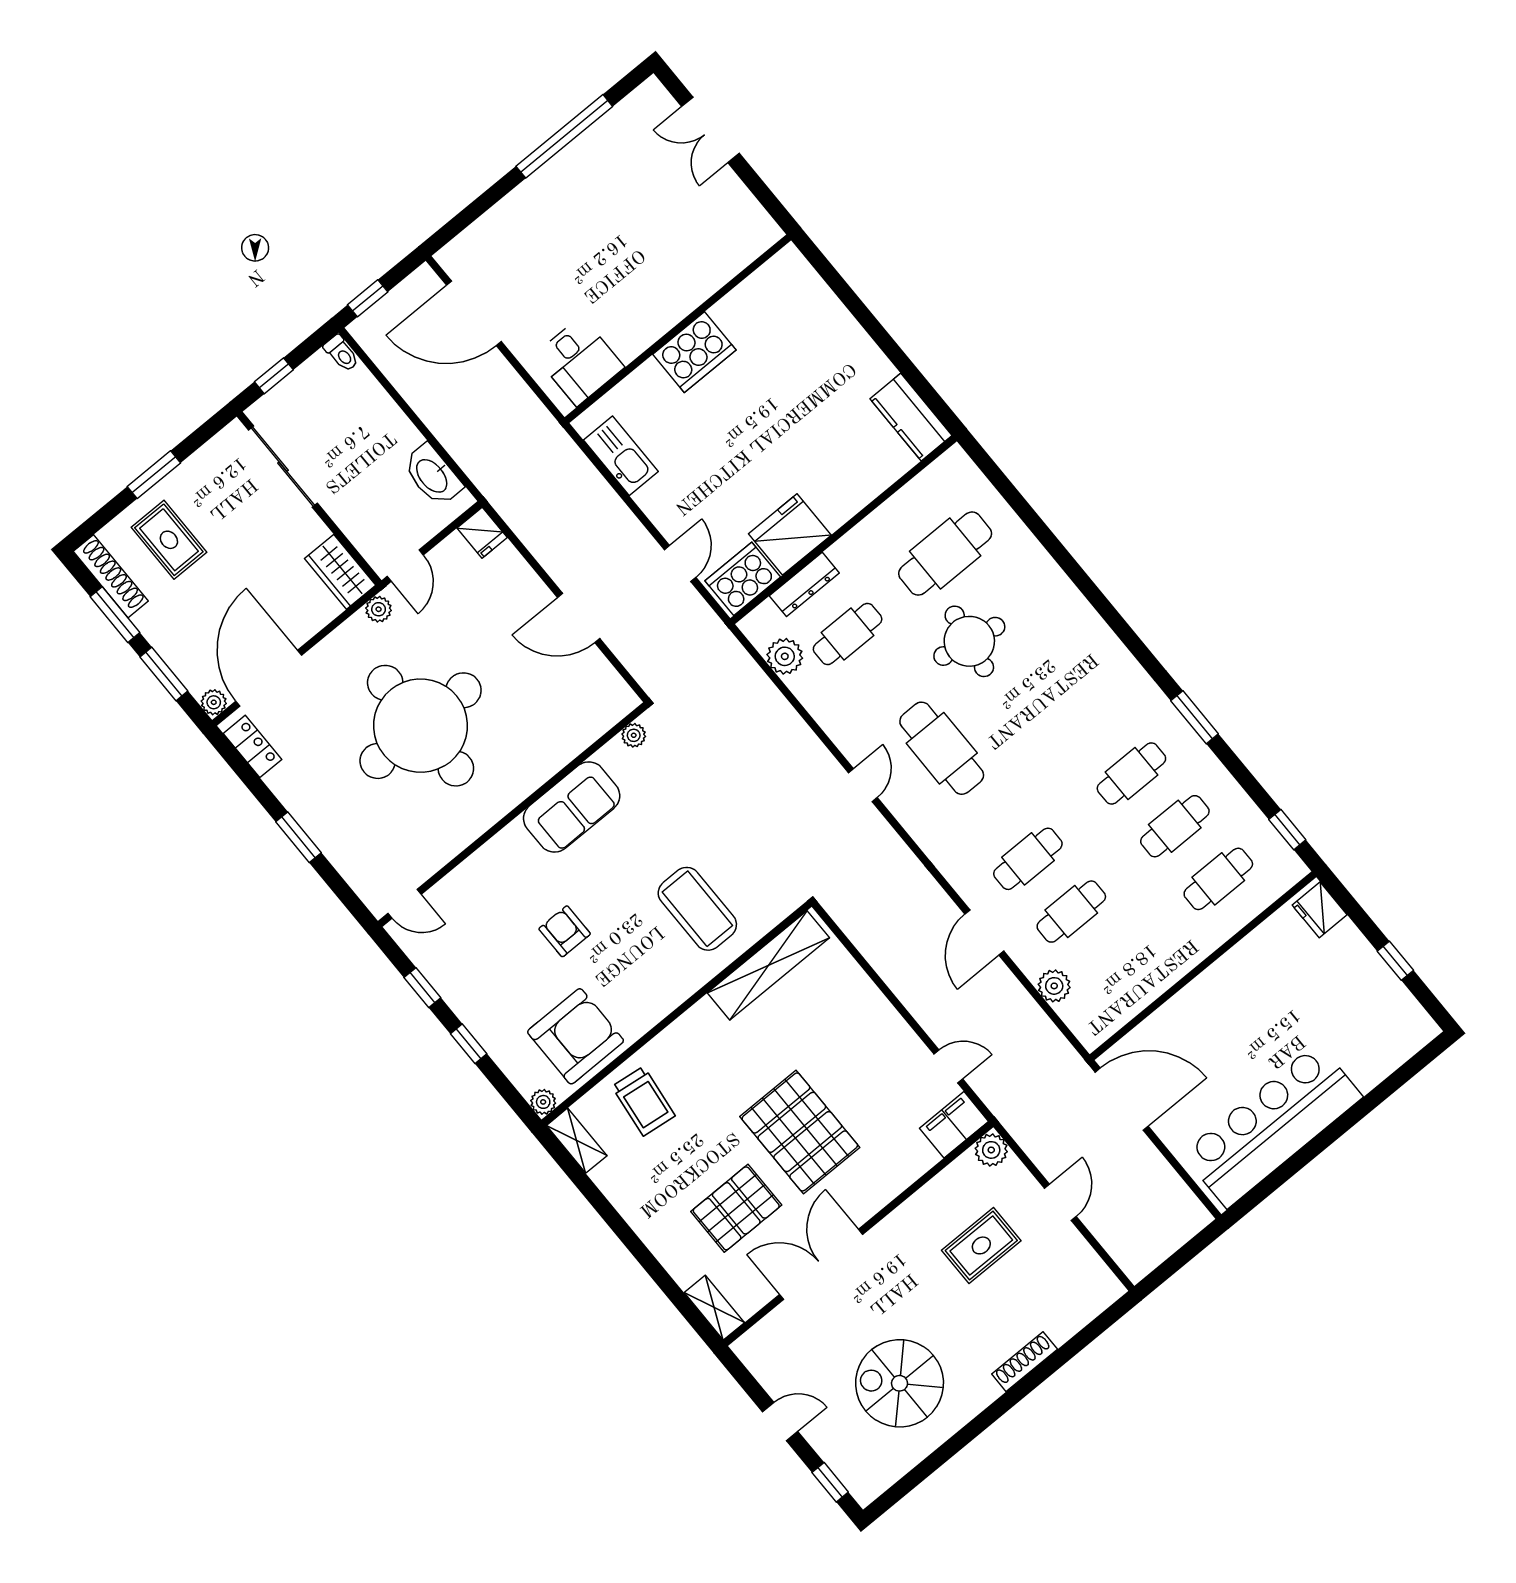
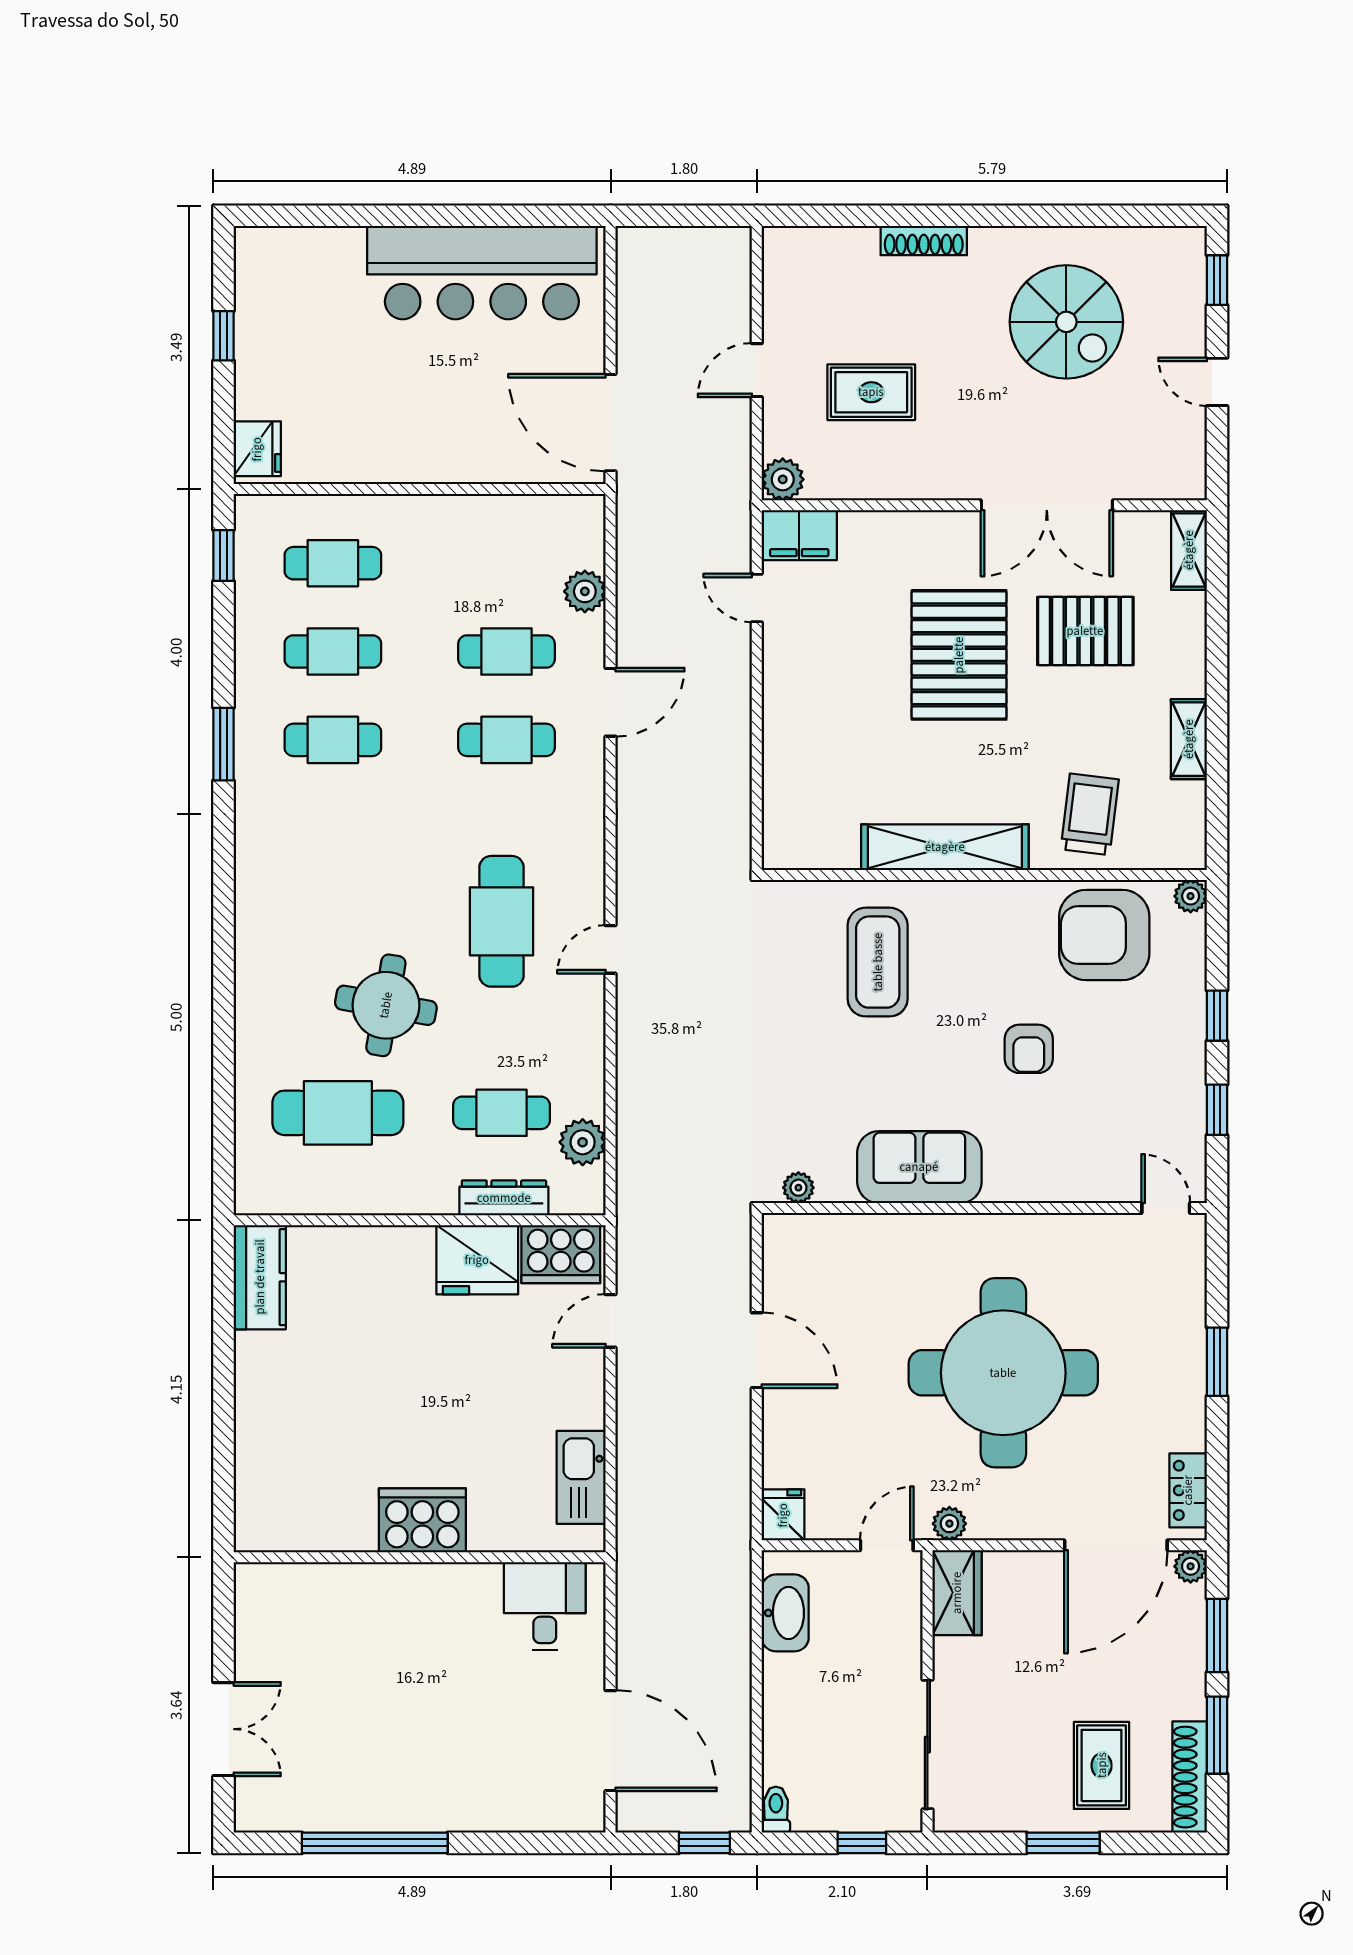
shelving: (768, 965) -> (945, 847), moved
shelving: (577, 1141) -> (1189, 739), moved

